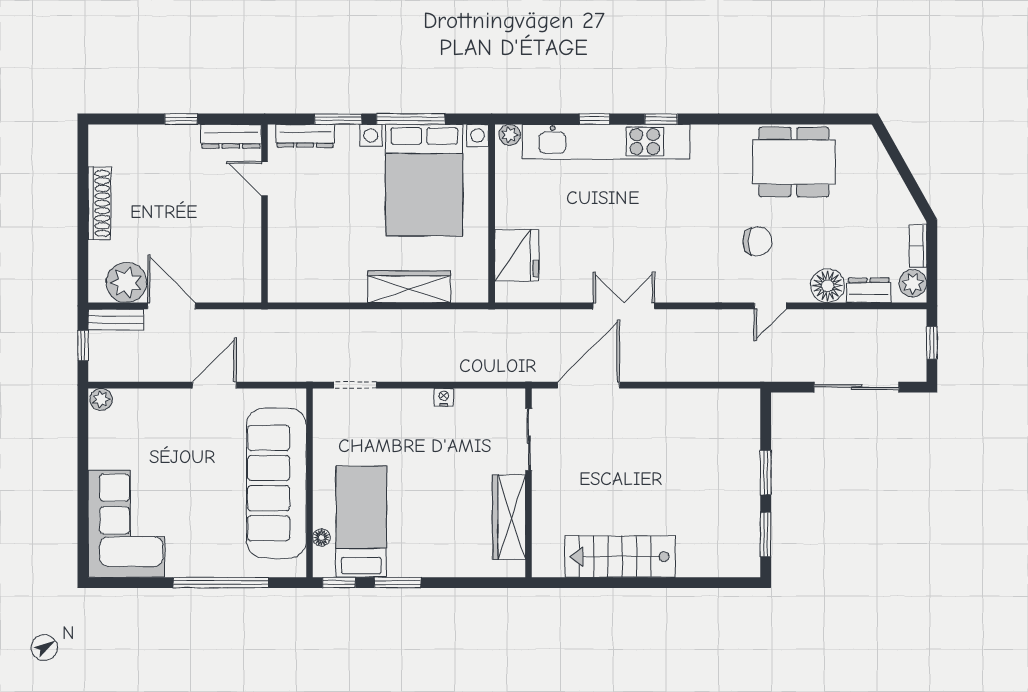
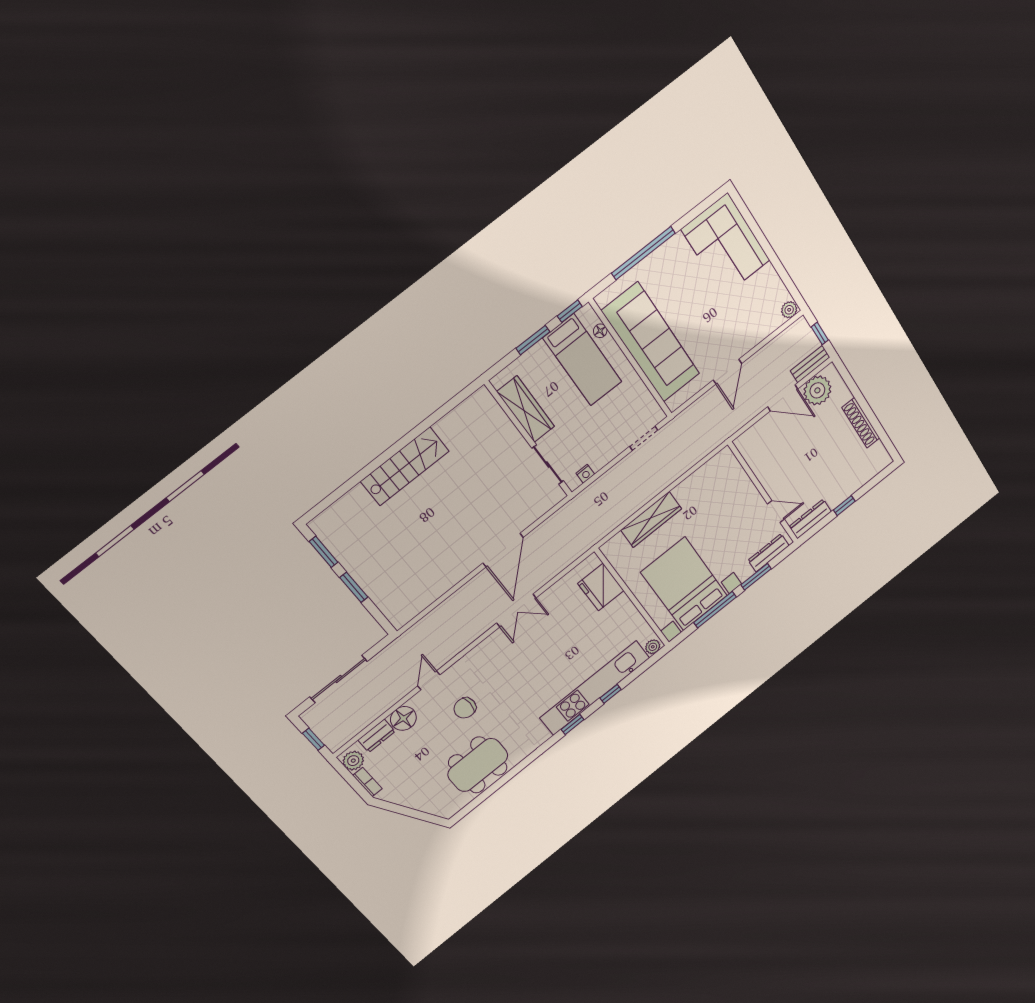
sliding door: (529, 440) -> (548, 465), moved
wall: (529, 483) -> (529, 439), moved
wardrobe: (509, 517) -> (526, 409), moved

